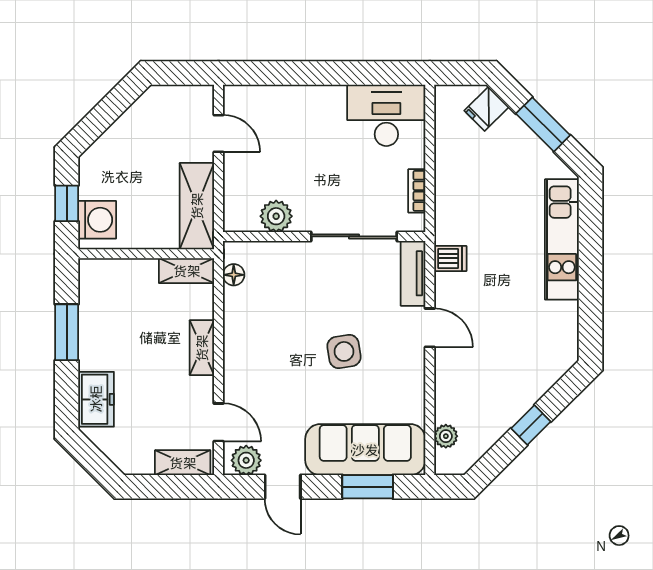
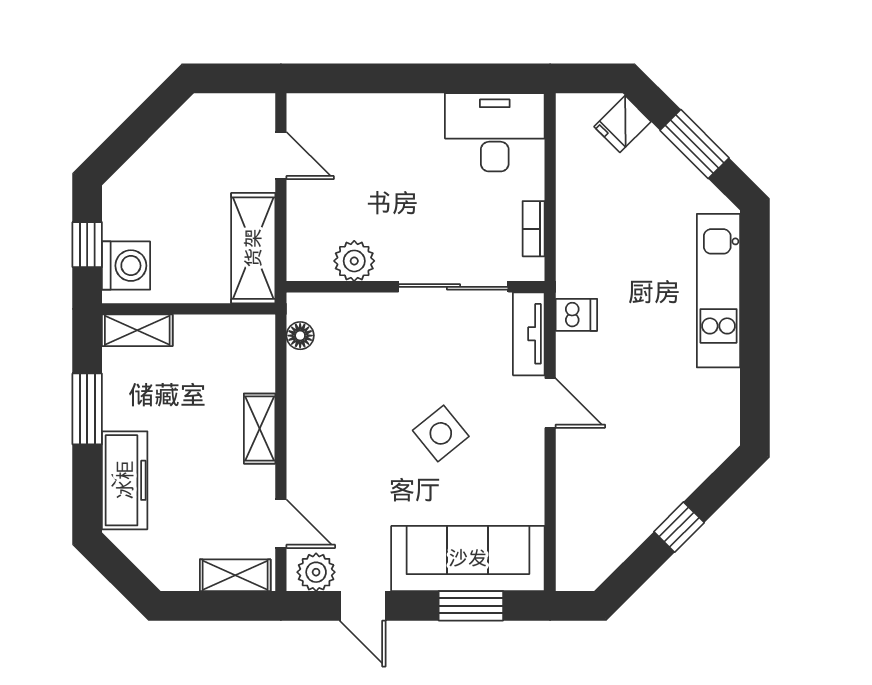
shelving: (187, 271) -> (137, 330), moved
side table: (344, 351) -> (441, 433), turned -30
freezer: (96, 399) -> (125, 480), width x1.40
plant: (446, 436) -> (571, 541), removed

